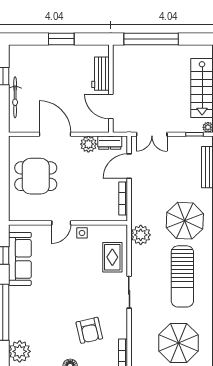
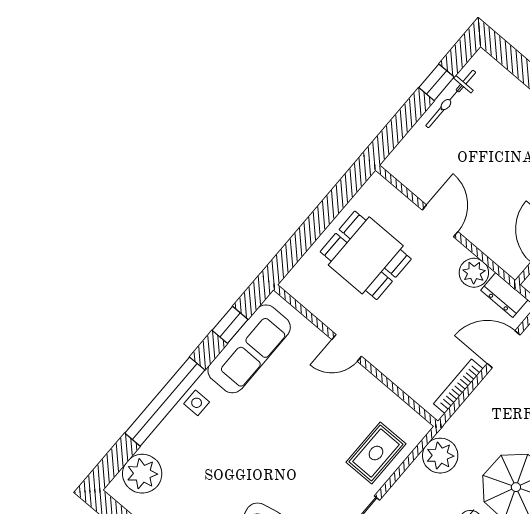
bicycle: (15, 97) -> (451, 99), moved
door: (55, 134) -> (440, 221), width x0.73
side table: (82, 233) -> (197, 403), moved

